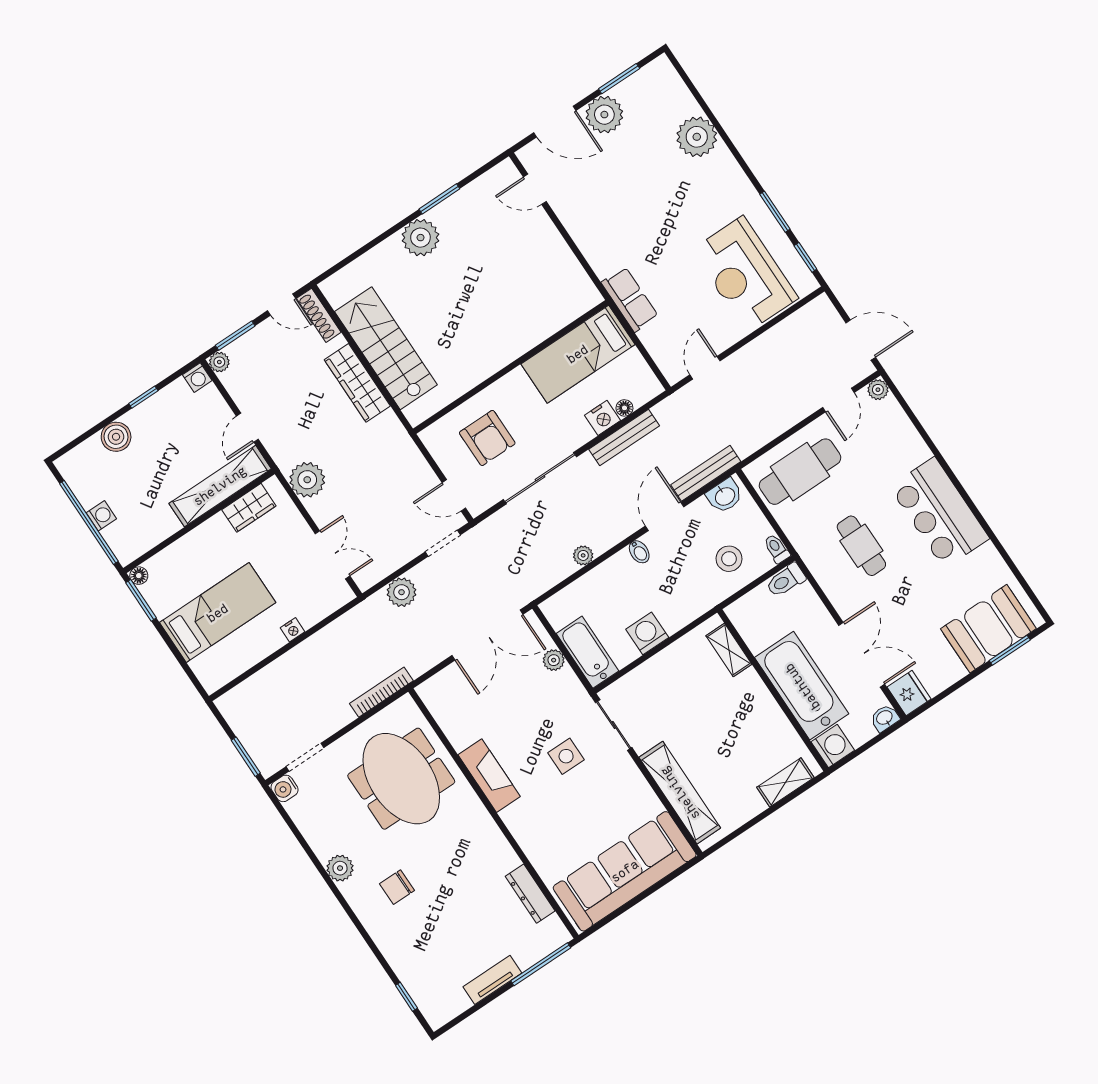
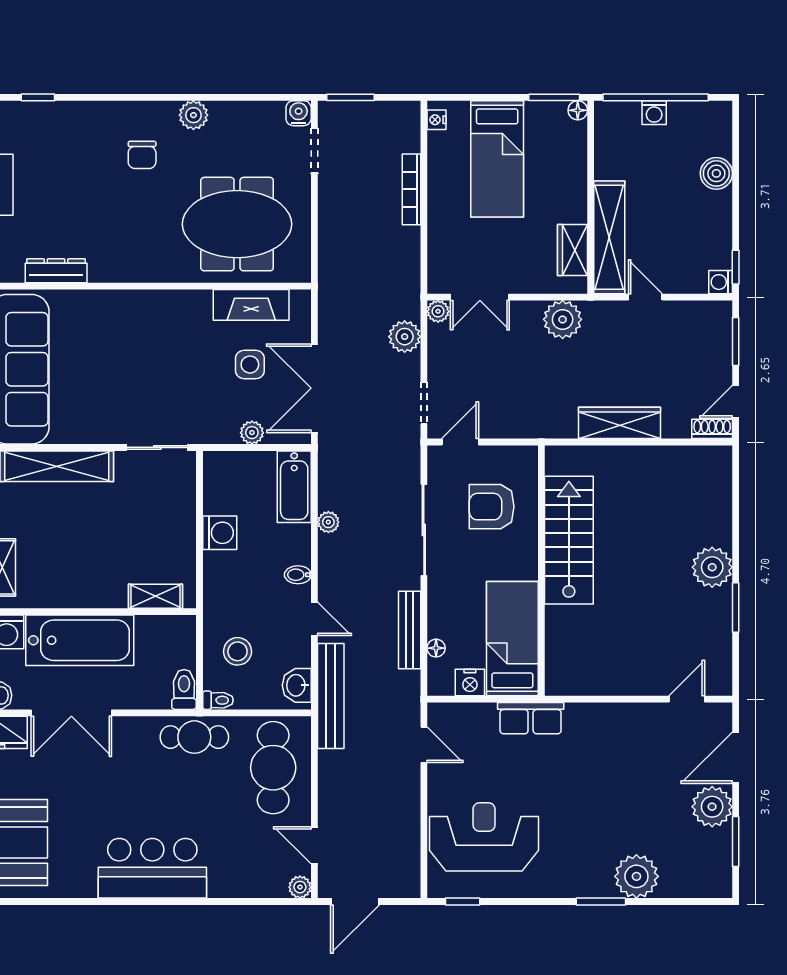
window: (775, 212) -> (601, 902), moved
shoe rack: (319, 315) -> (712, 429), width x0.70
stairs: (386, 348) -> (569, 540), moved, turned -90
plant: (219, 362) -> (438, 311), moved
window: (143, 397) -> (736, 267), moved
nightstand: (602, 418) -> (470, 682), moved, turned -90
bench: (706, 473) -> (331, 696), width x1.37, depth x1.21
door: (665, 516) -> (314, 619), width x0.73
cafe table: (861, 546) -> (194, 737), moved
nightstand: (292, 630) -> (436, 120), moved
bathtub: (587, 652) -> (294, 487), moved, turned 90
bookcase: (381, 692) -> (411, 189), moved, turned 180
side table: (566, 756) -> (250, 365), moved
fireplace: (489, 776) -> (251, 305), moved
chair: (397, 887) -> (142, 155), turned 180

